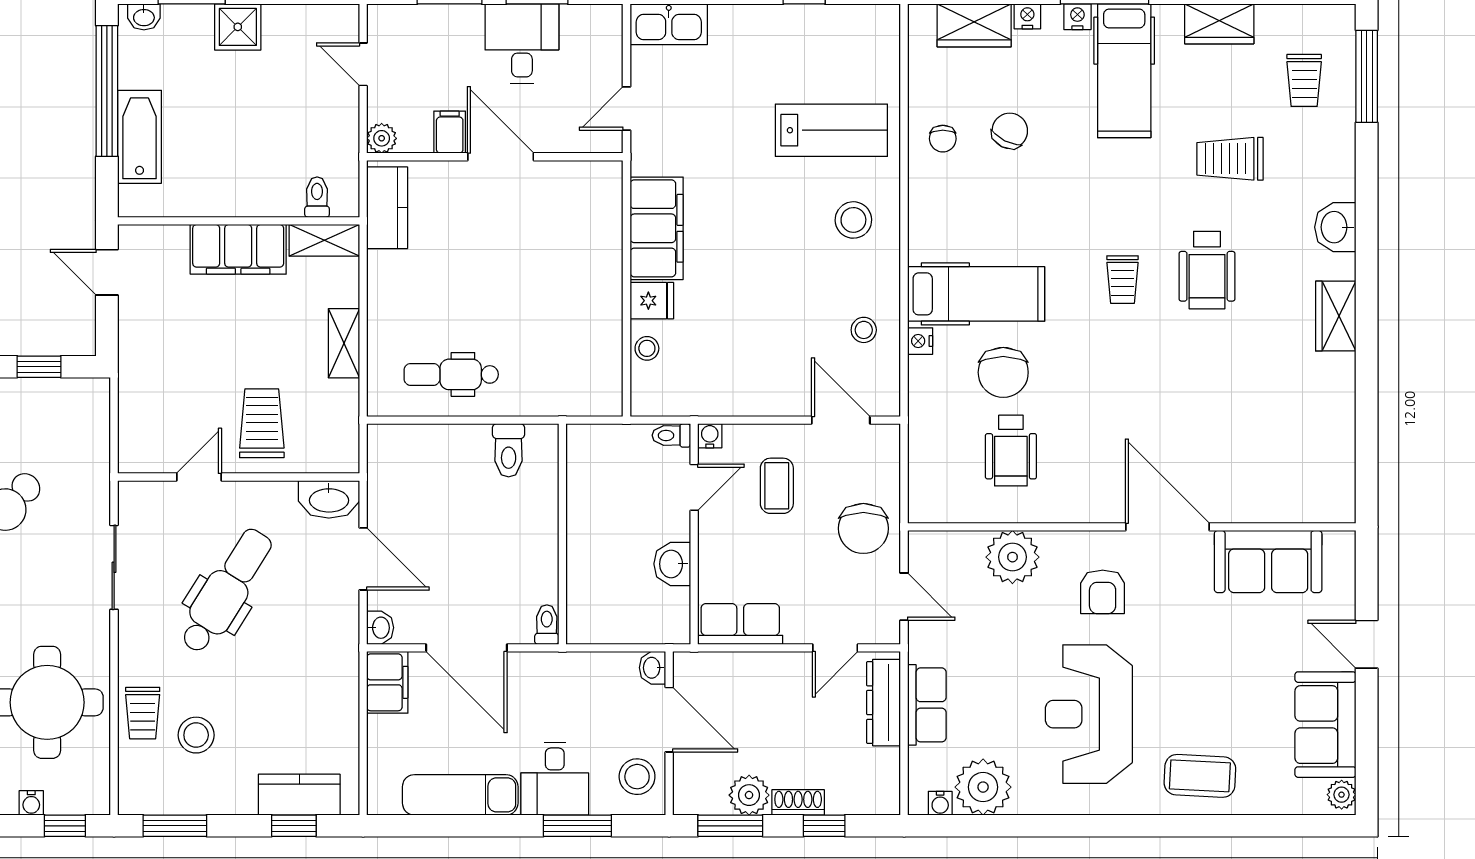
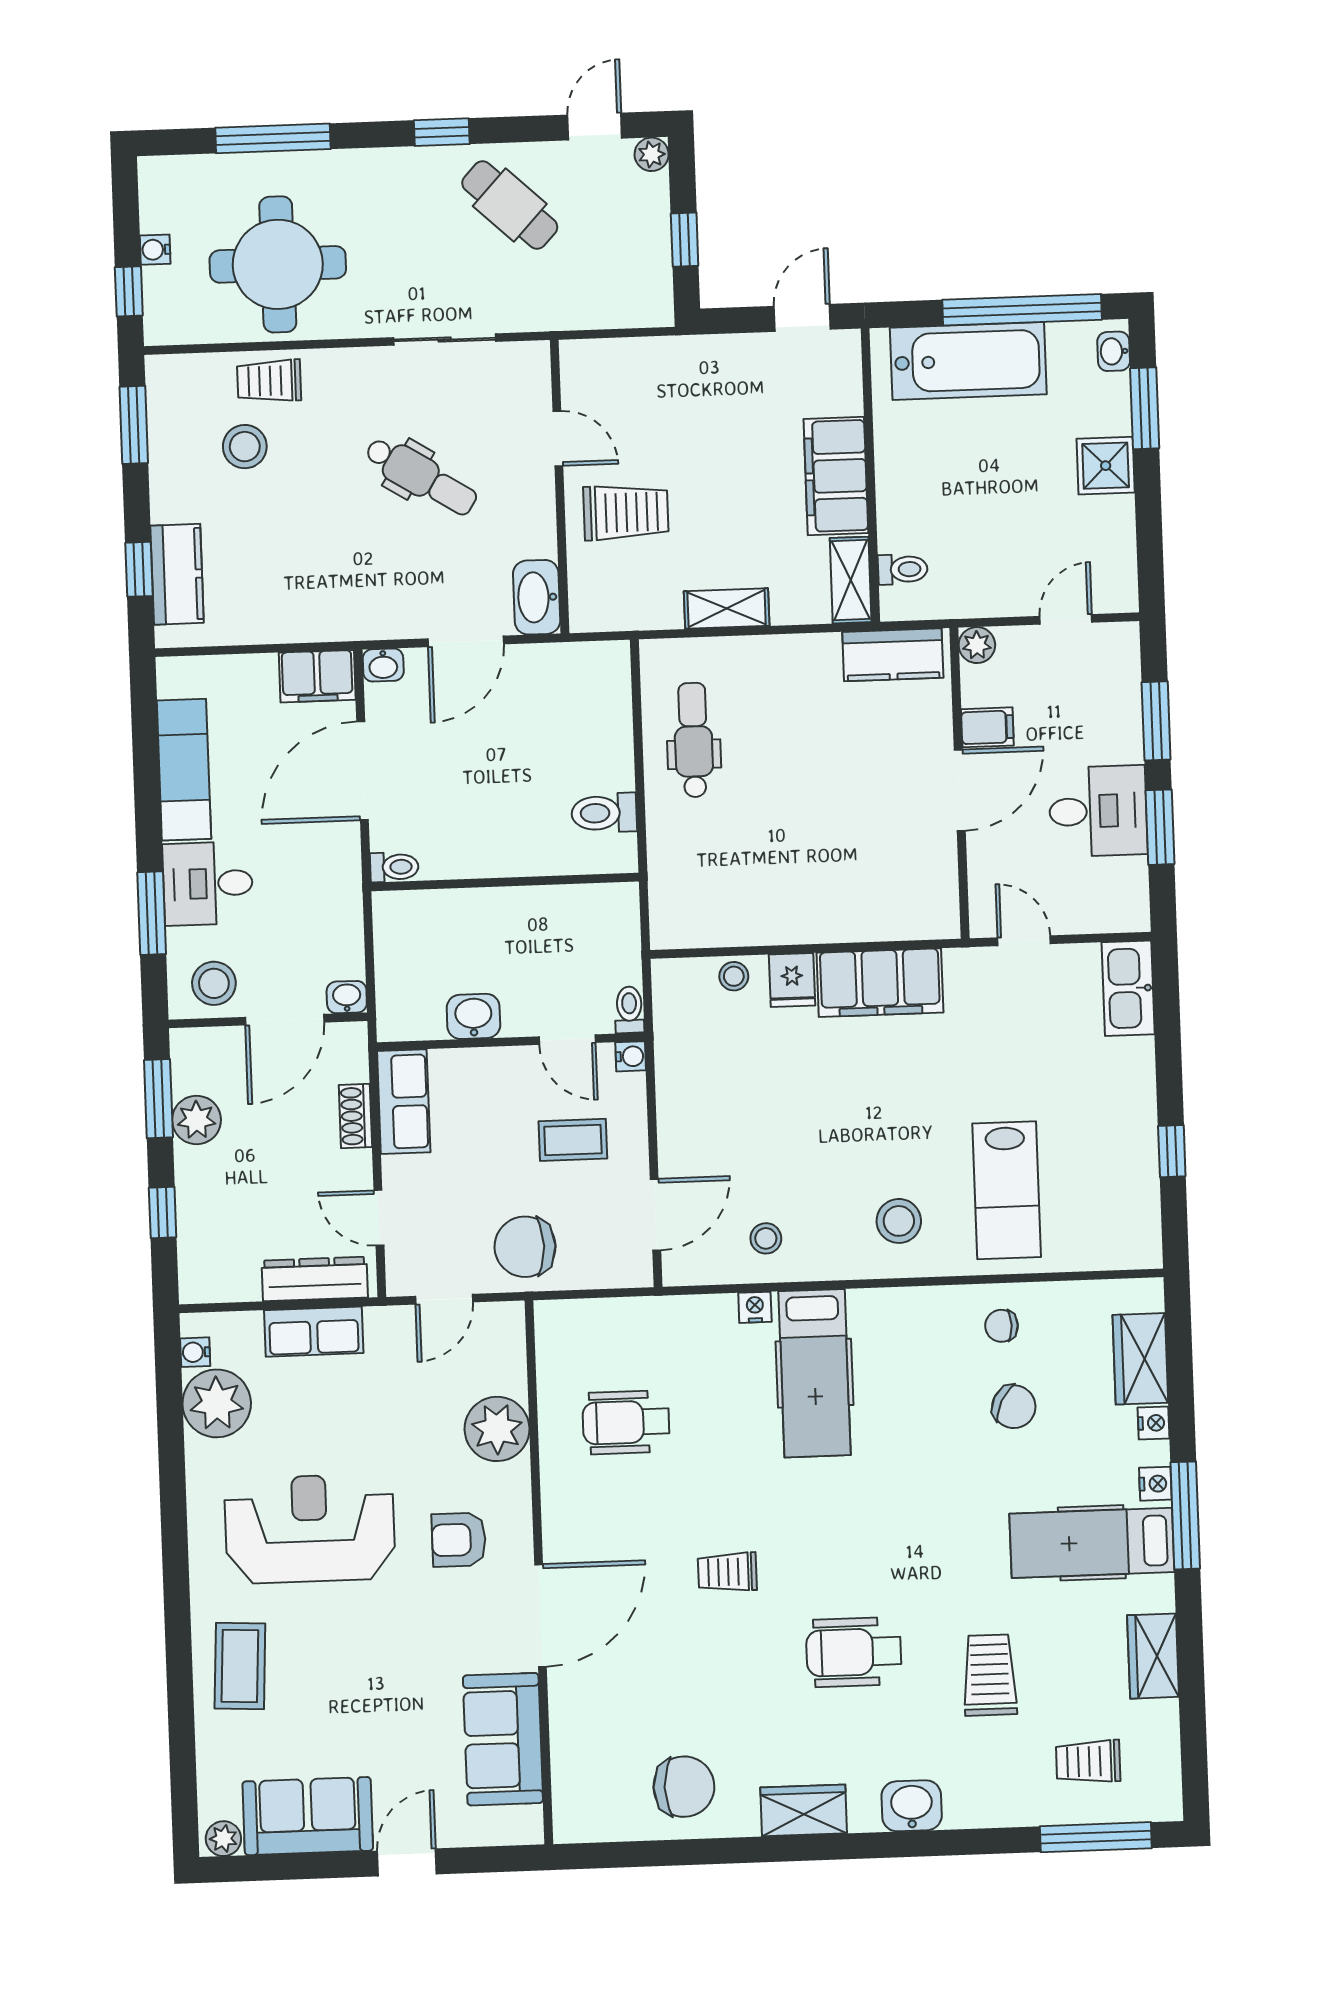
bathtub: (140, 137) -> (968, 361), width x1.36, depth x1.36
trolley: (1123, 280) -> (727, 1572), moved
chair: (1003, 372) -> (684, 1787), moved, turned 180
dental chair: (226, 591) -> (421, 476), width x0.73, depth x0.72
shoe rack: (798, 802) -> (355, 1116), moved, turned 180

